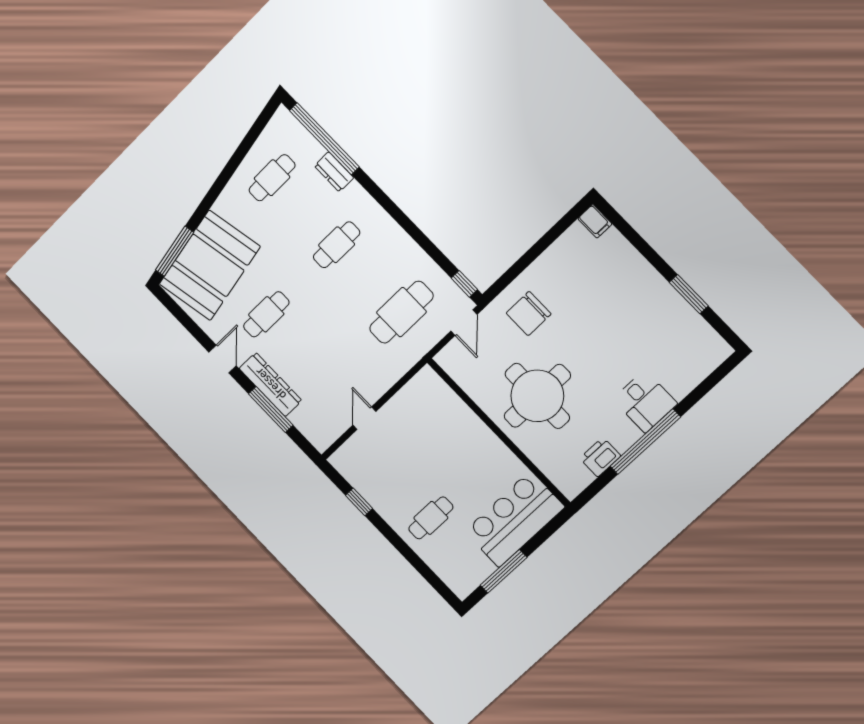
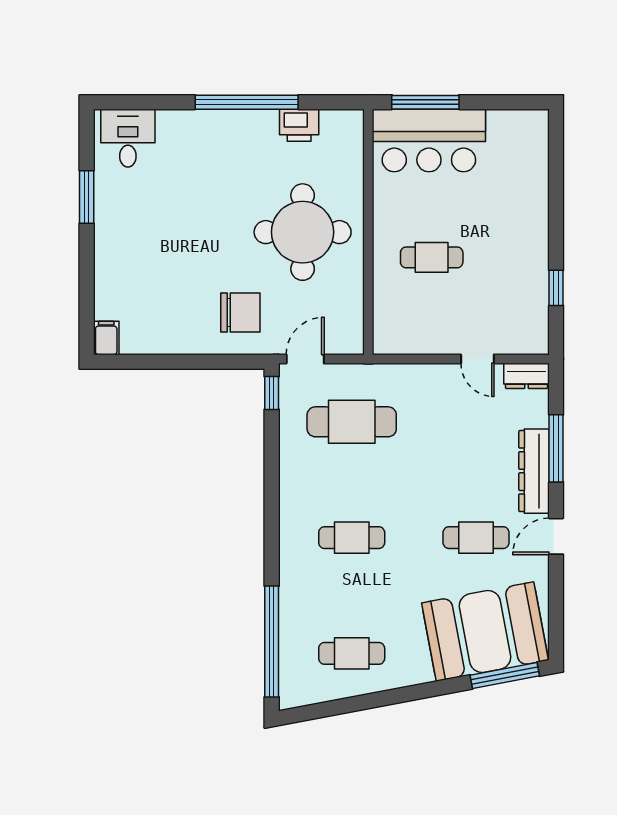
dresser: (334, 172) -> (527, 376), moved, turned 90
desk: (645, 401) -> (128, 138), moved
door: (364, 418) -> (477, 359), hinge flipped
cafe table: (431, 518) -> (432, 257), moved
window: (504, 571) -> (425, 102), moved

